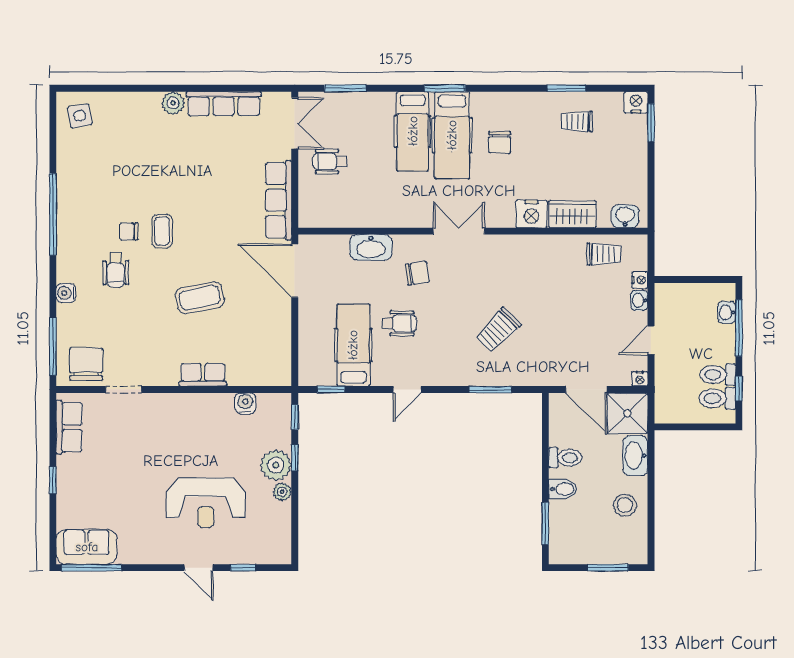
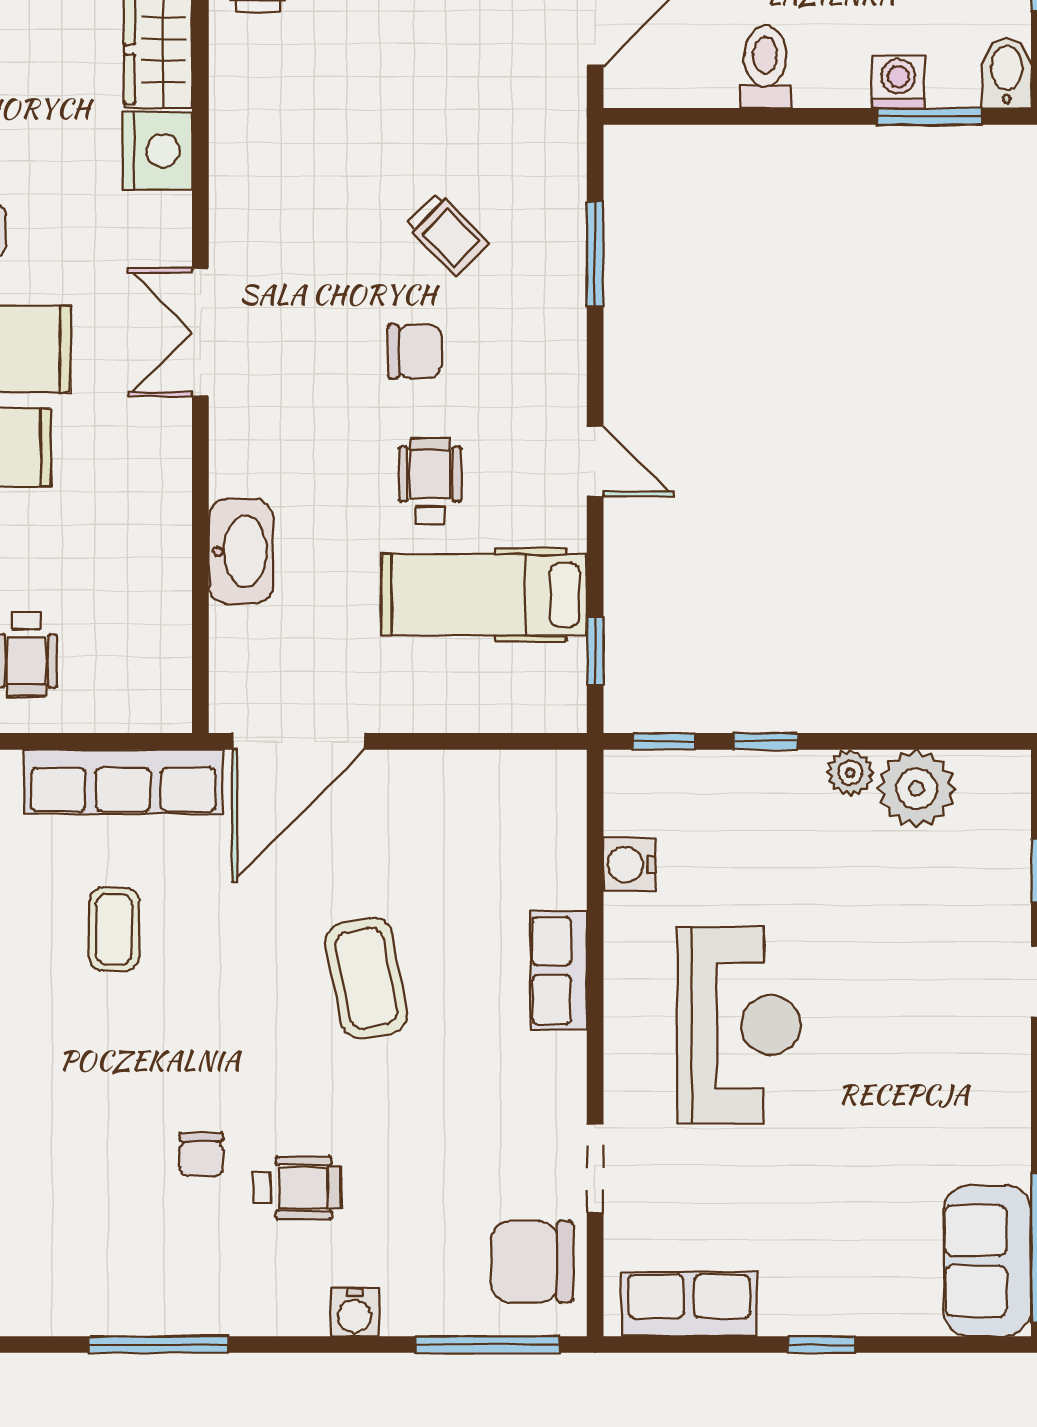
window: (53, 214) -> (159, 1345), width x0.68
coffee table: (162, 231) -> (114, 929), moved, turned 90
chair: (417, 273) -> (415, 351), moved, turned 98
trolley: (498, 330) -> (447, 234), width x0.73, depth x0.72
plant: (276, 465) -> (916, 789), moved
bidet: (563, 489) -> (1007, 73), moved
reception desk: (206, 503) -> (739, 1025), moved
washing machine: (559, 511) -> (898, 82), added

